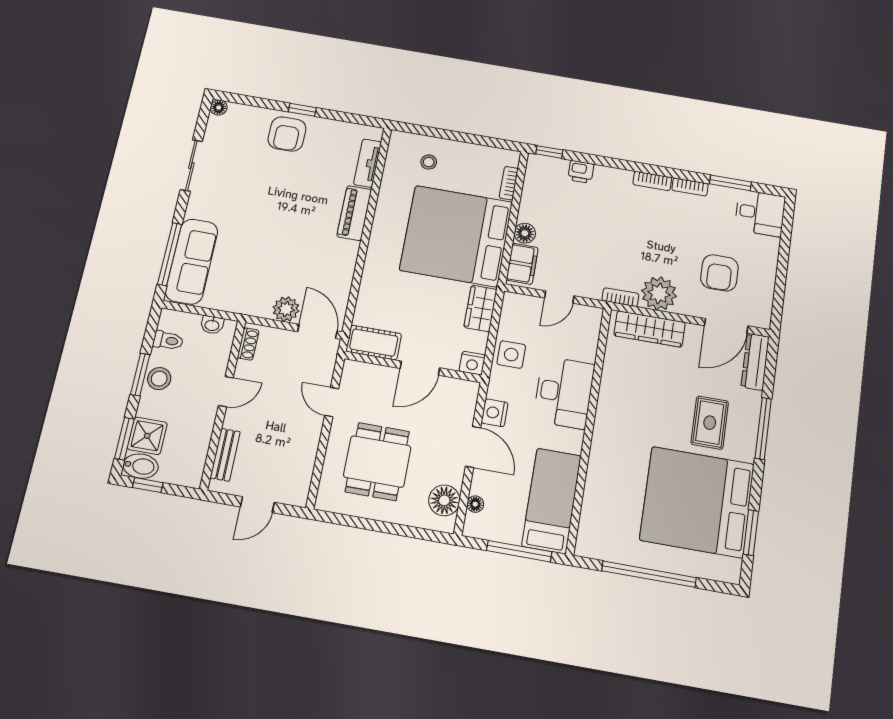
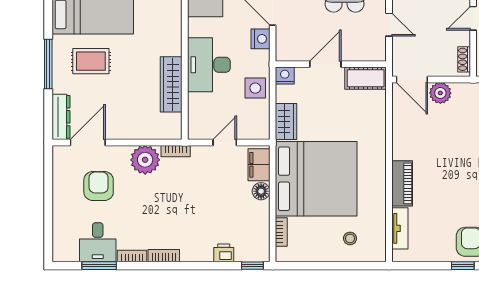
desk: (760, 213) -> (98, 242), moved, turned -90
wardrobe: (650, 329) -> (171, 84), moved, turned -90
rug: (710, 423) -> (91, 61), turned 90

